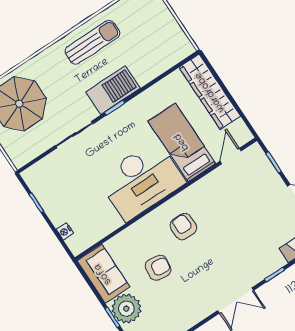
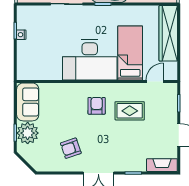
rug: (224, 208) -> (130, 111), added
nightstand: (65, 231) -> (21, 35), moved
armchair: (158, 268) -> (71, 148), moved, turned 153

